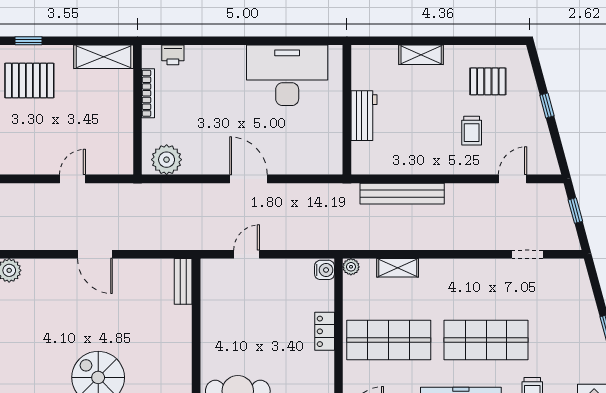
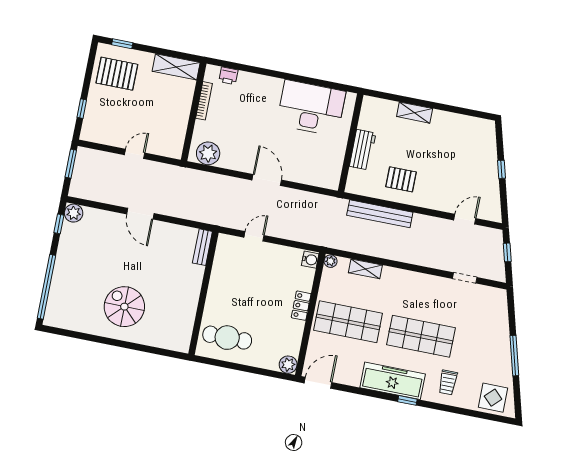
pallet: (488, 81) -> (401, 179), moved
trolley: (472, 131) -> (441, 177), removed

